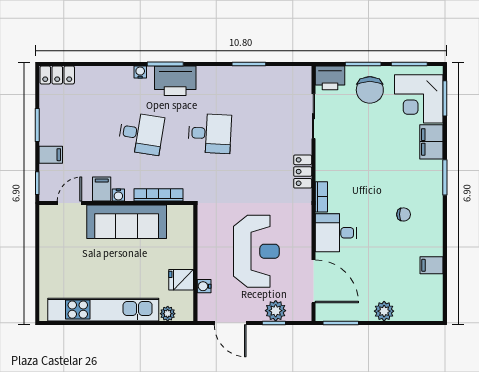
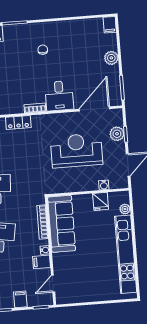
door: (70, 203) -> (53, 284), hinge flipped
sofa: (127, 222) -> (62, 224), moved
filing cabinet: (431, 265) -> (110, 25), moved

